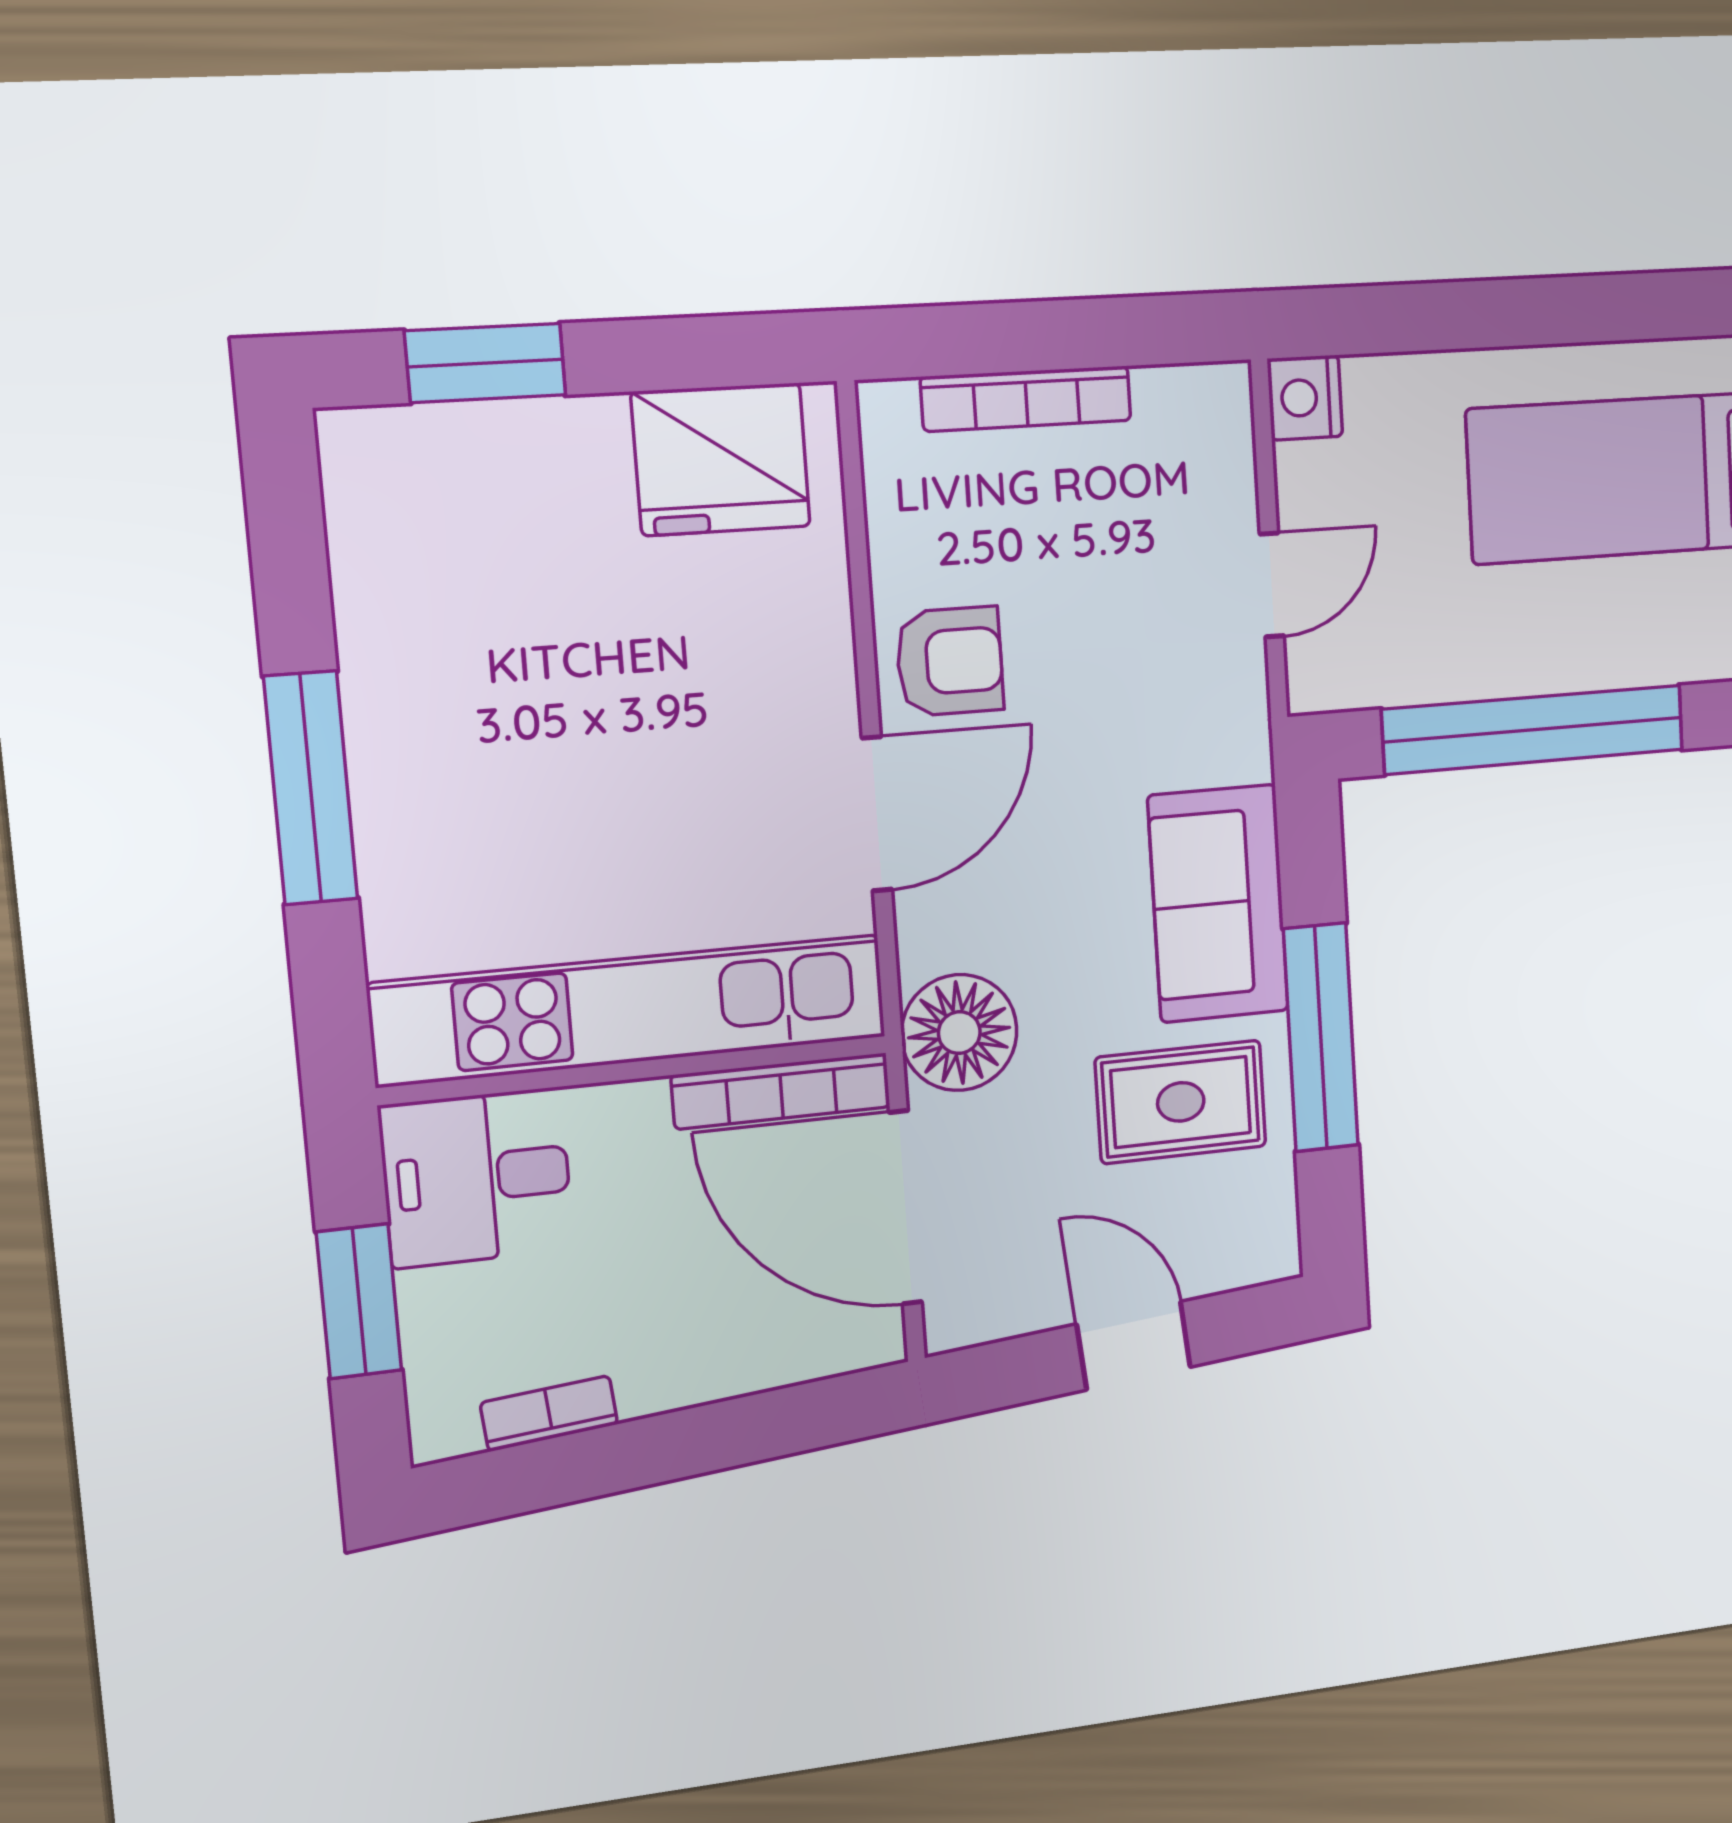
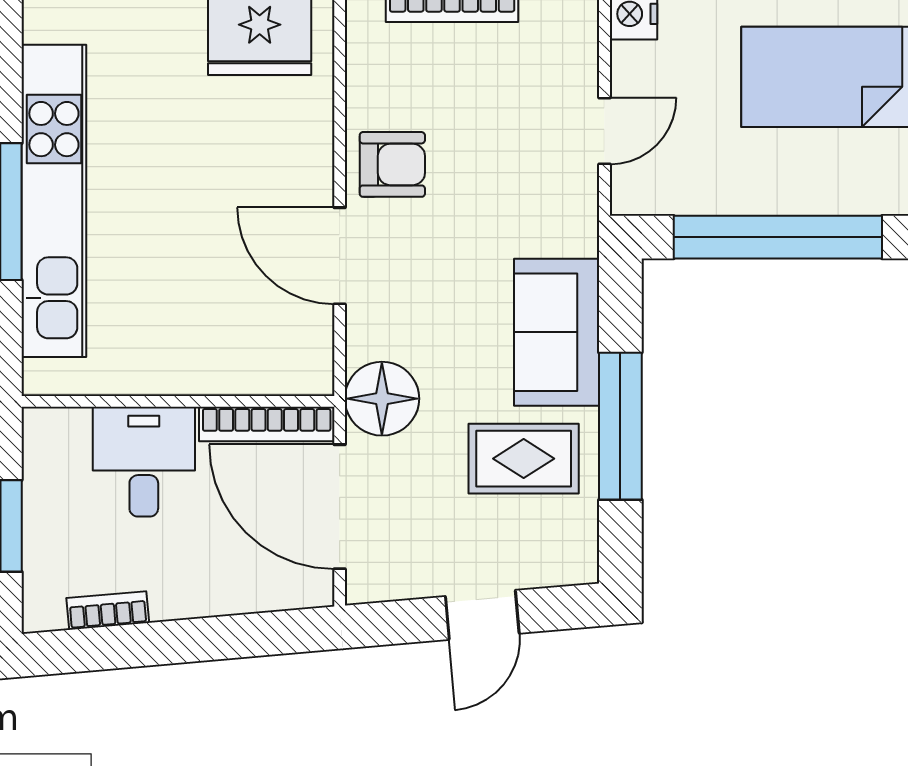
door: (877, 814) -> (340, 256), swing flipped
kitchen unit: (631, 1010) -> (54, 201), moved, turned 90
desk: (477, 1178) -> (144, 462), moved, turned 90
door: (1134, 1346) -> (482, 615), swing flipped

